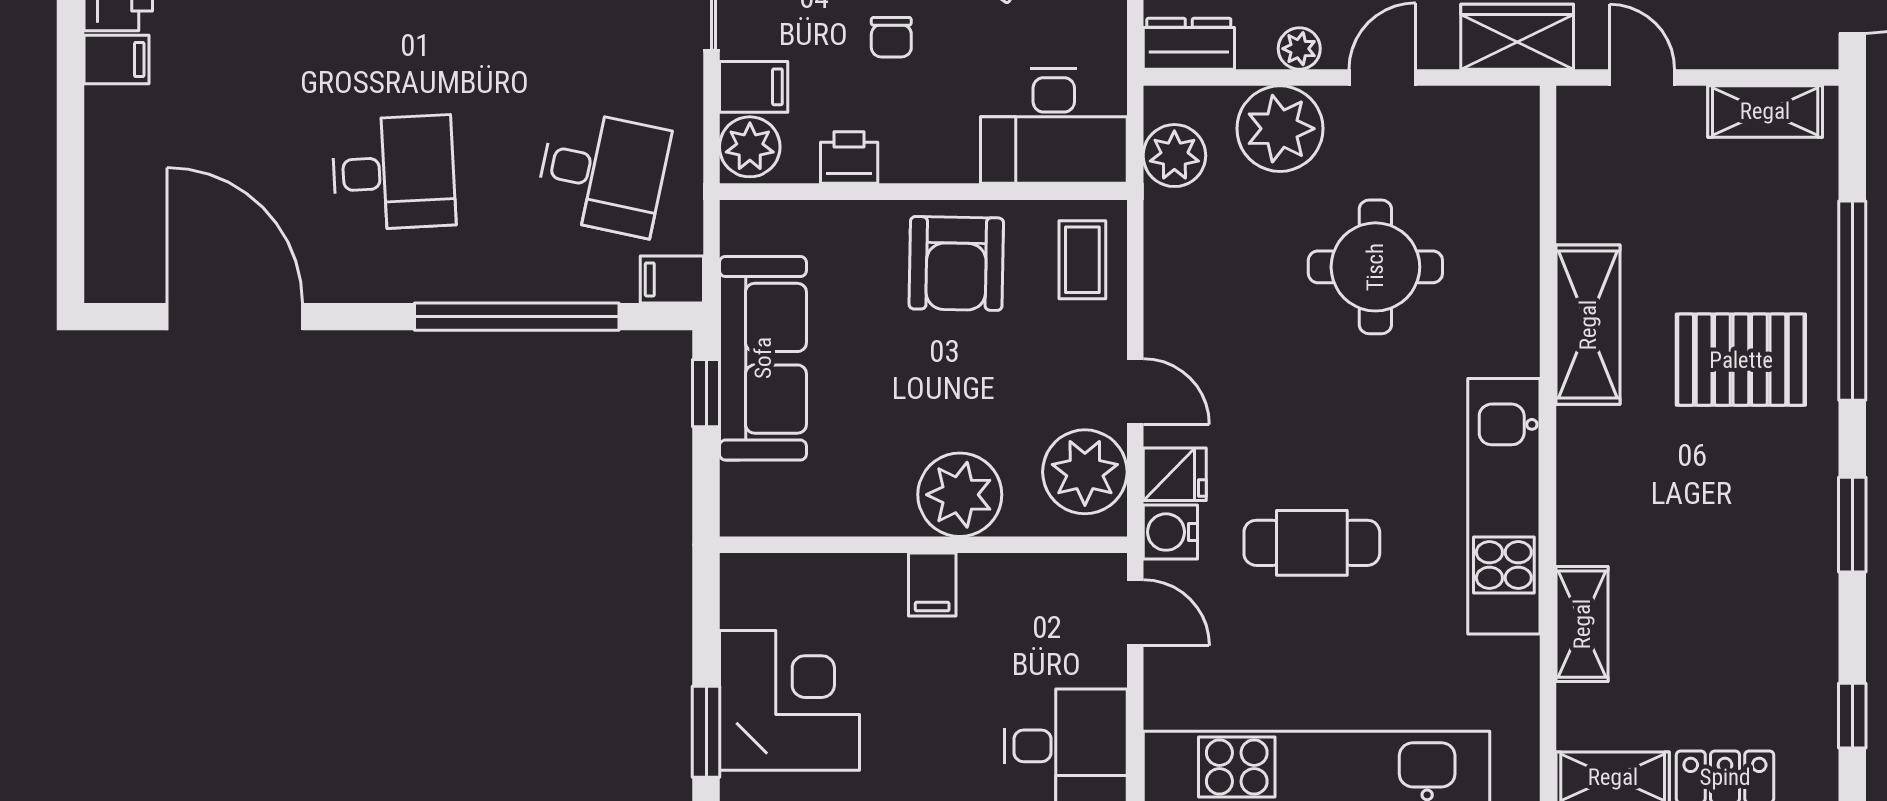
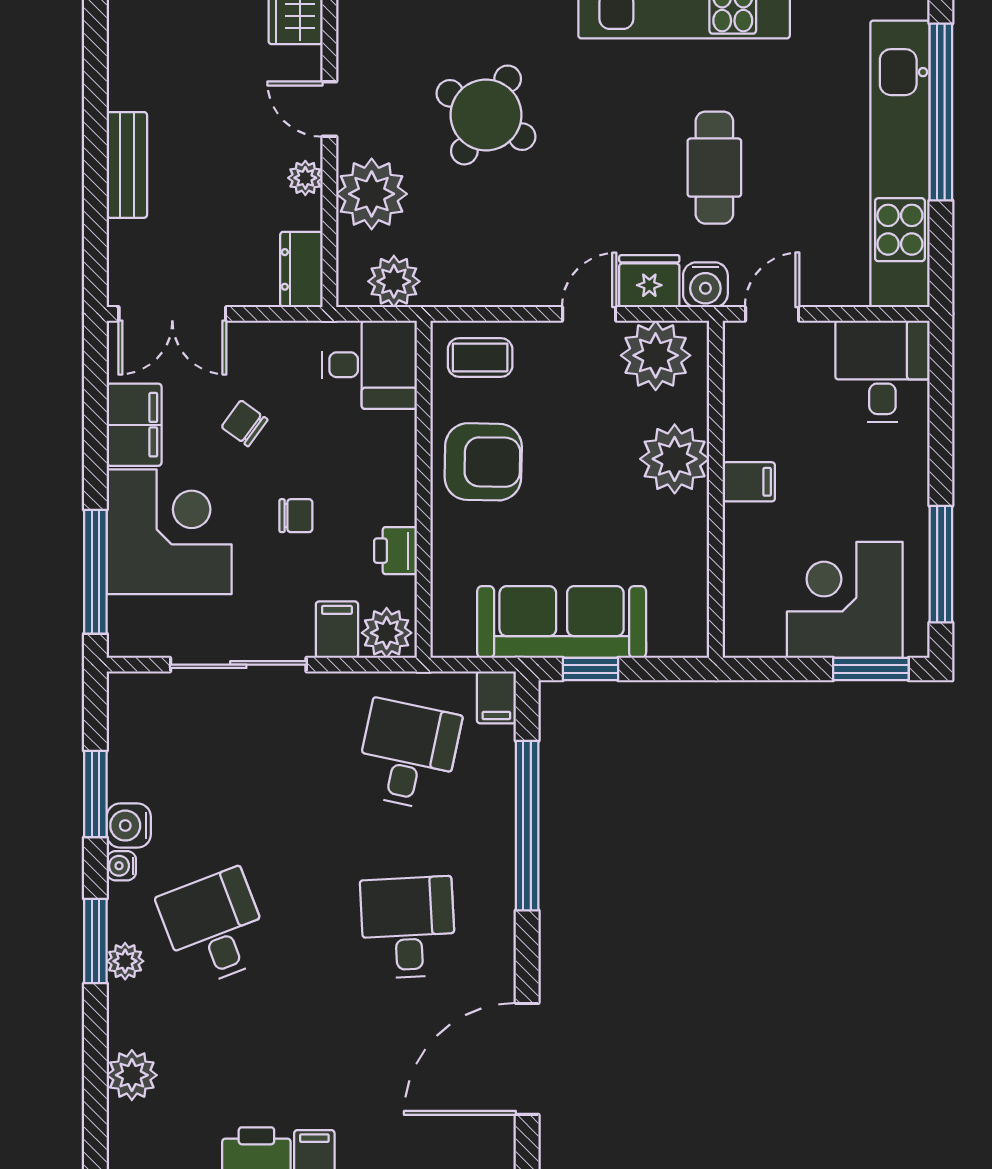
desk: (1054, 126) -> (369, 365), width x0.73
round table: (1375, 267) -> (486, 115), turned 31
fridge: (1175, 474) -> (649, 281), width x1.38

